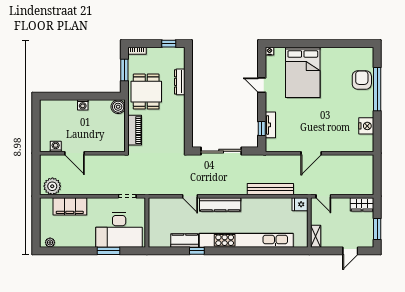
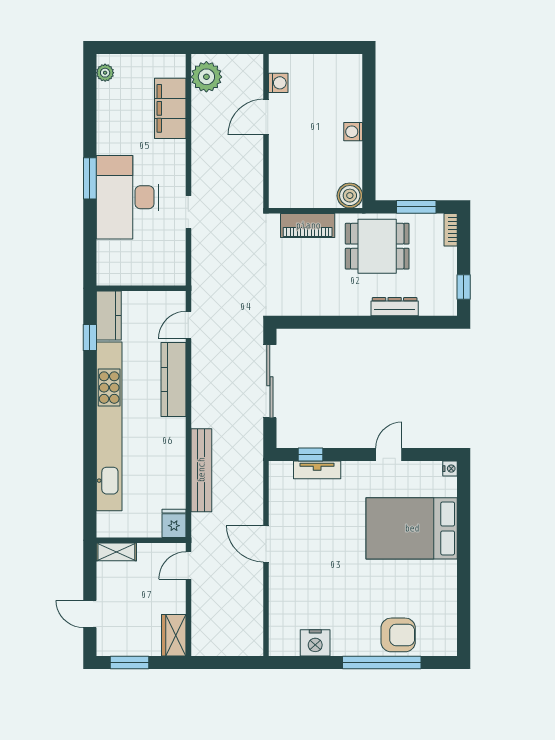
wall: (147, 222) -> (141, 288), moved

